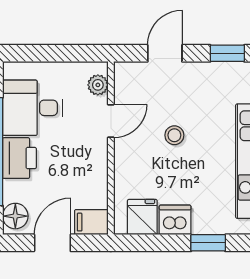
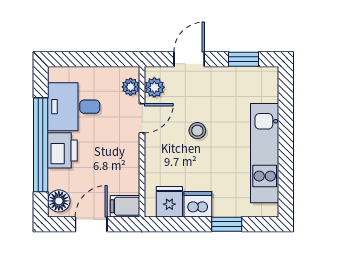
plant: (125, 86) -> (154, 87), added

